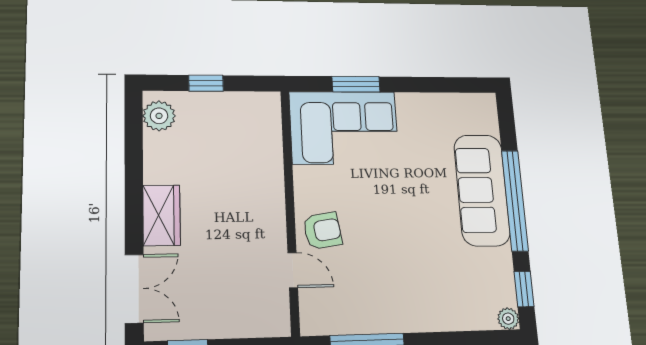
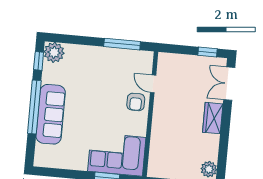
armchair: (322, 231) -> (136, 102), turned -81
plant: (508, 319) -> (54, 52), width x1.87, depth x1.87

